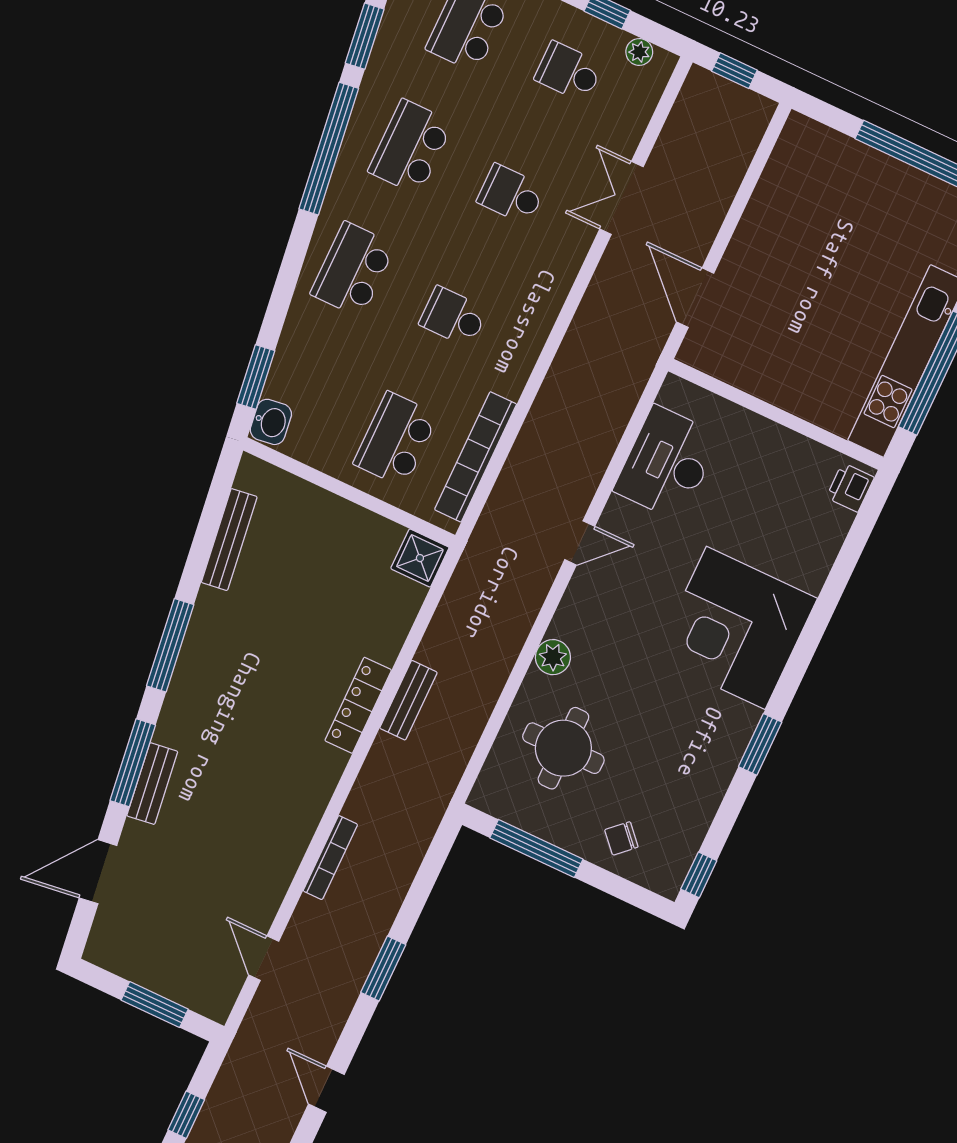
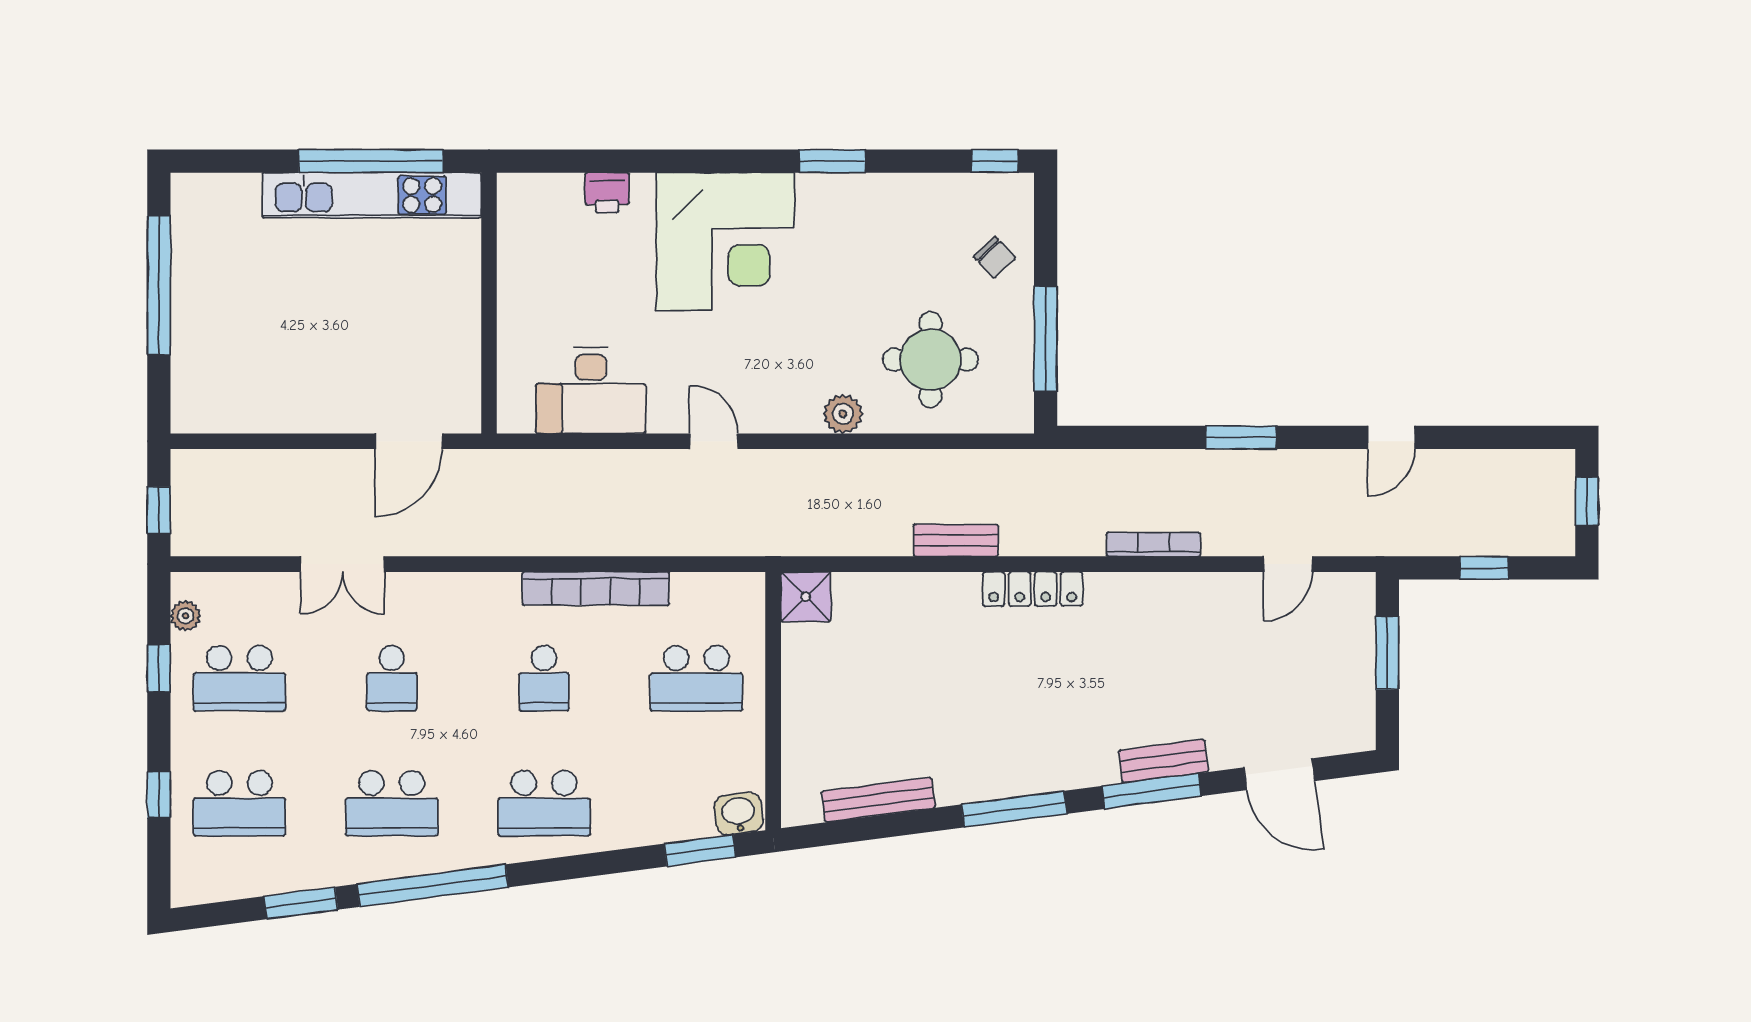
school desk: (569, 72) -> (239, 678), width x1.85
bookcase: (476, 457) -> (596, 588), moved
printer: (850, 487) -> (607, 193), moved
locker: (358, 705) -> (1033, 589), moved

